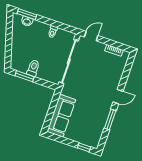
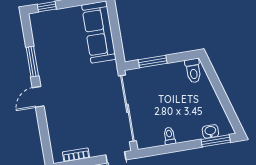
toilet: (33, 68) -> (193, 71), moved
window: (25, 76) -> (153, 62), moved

